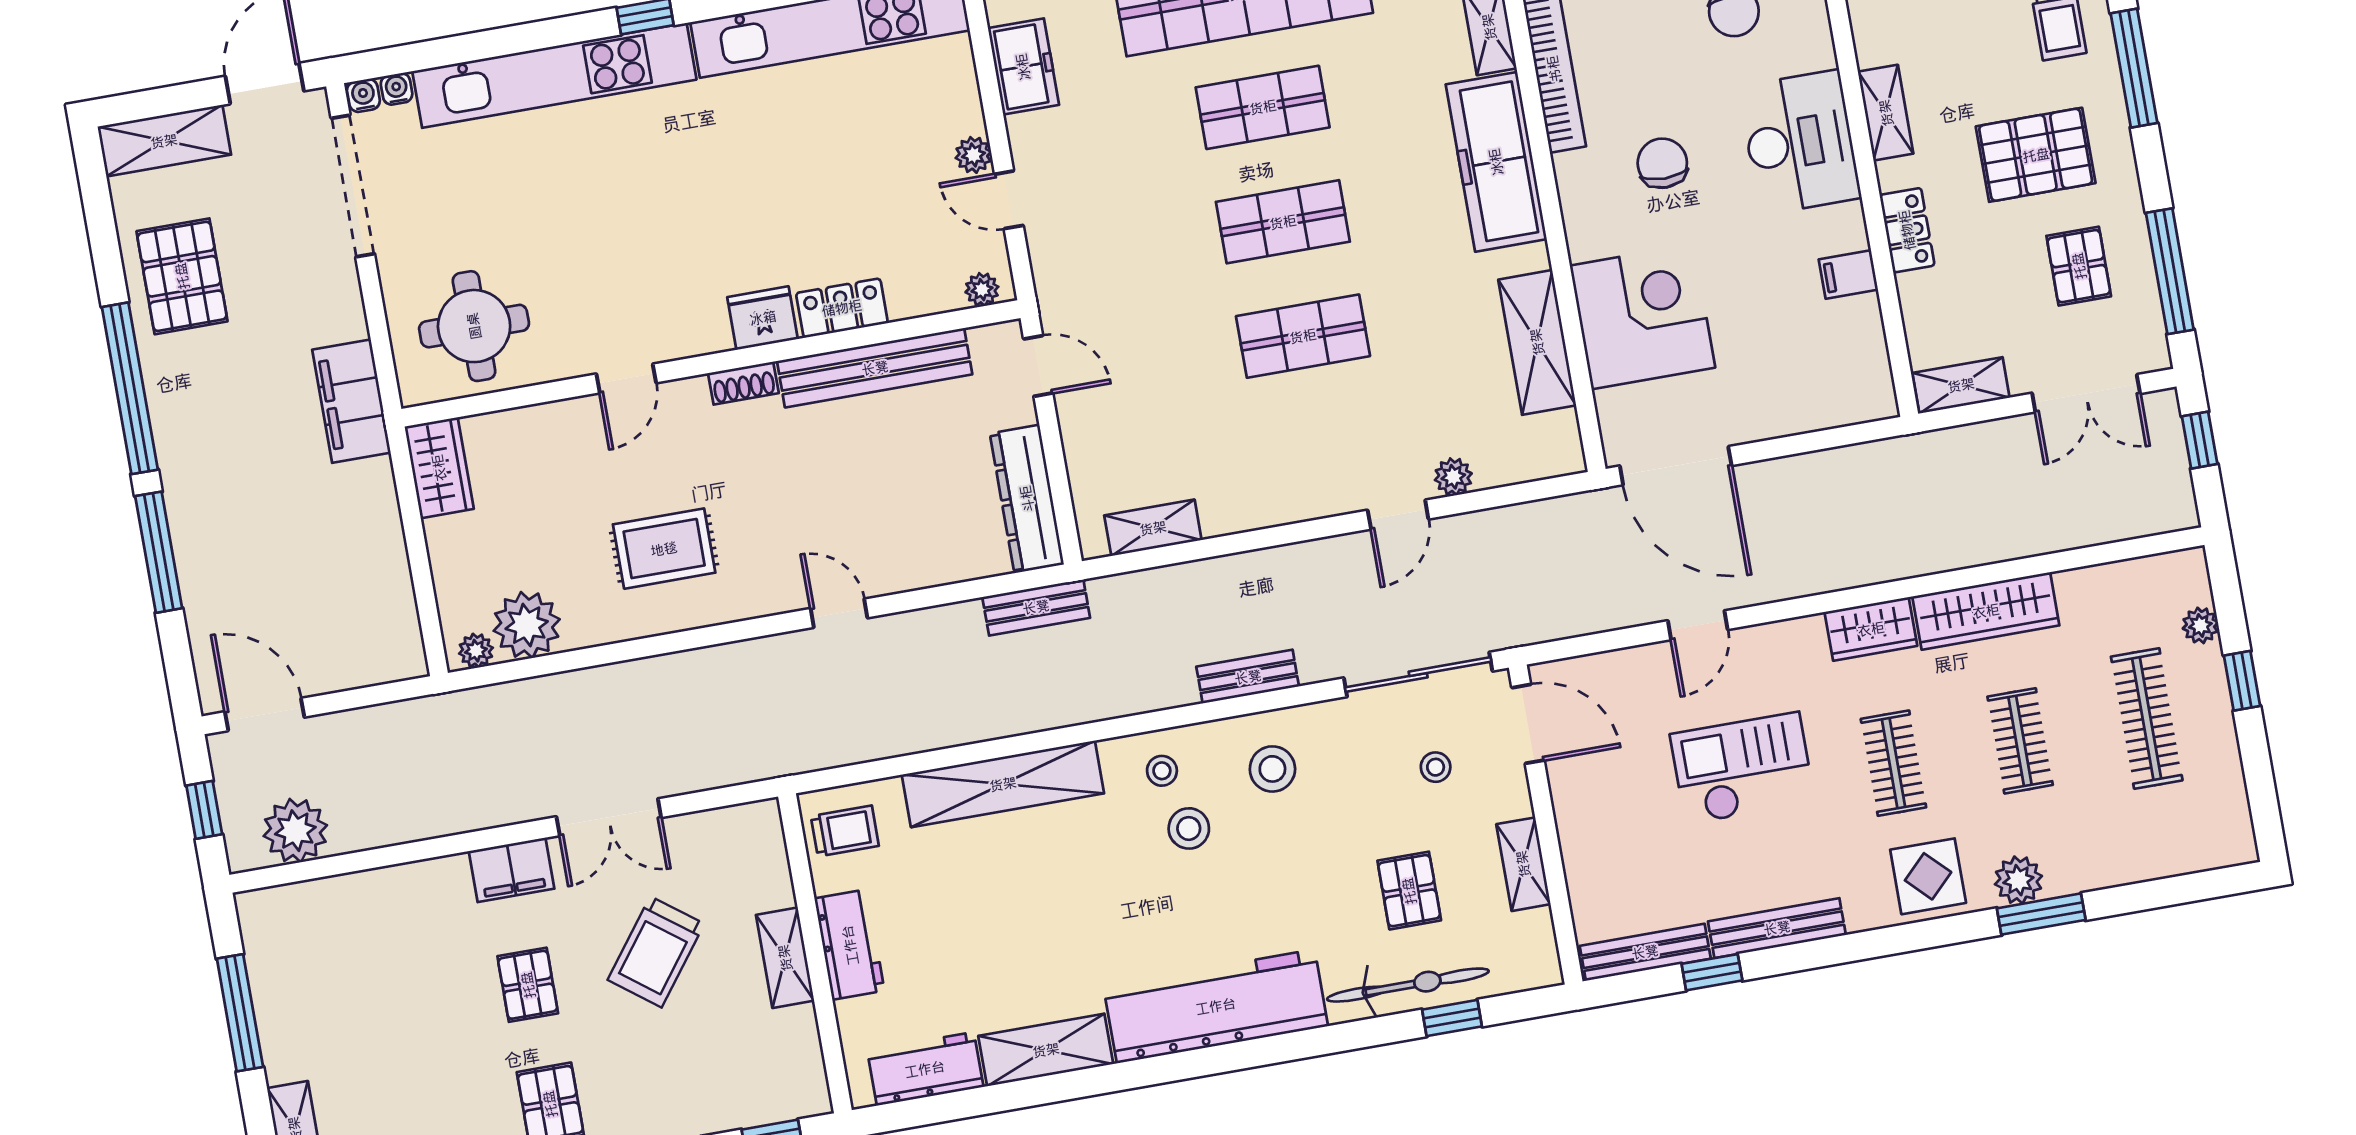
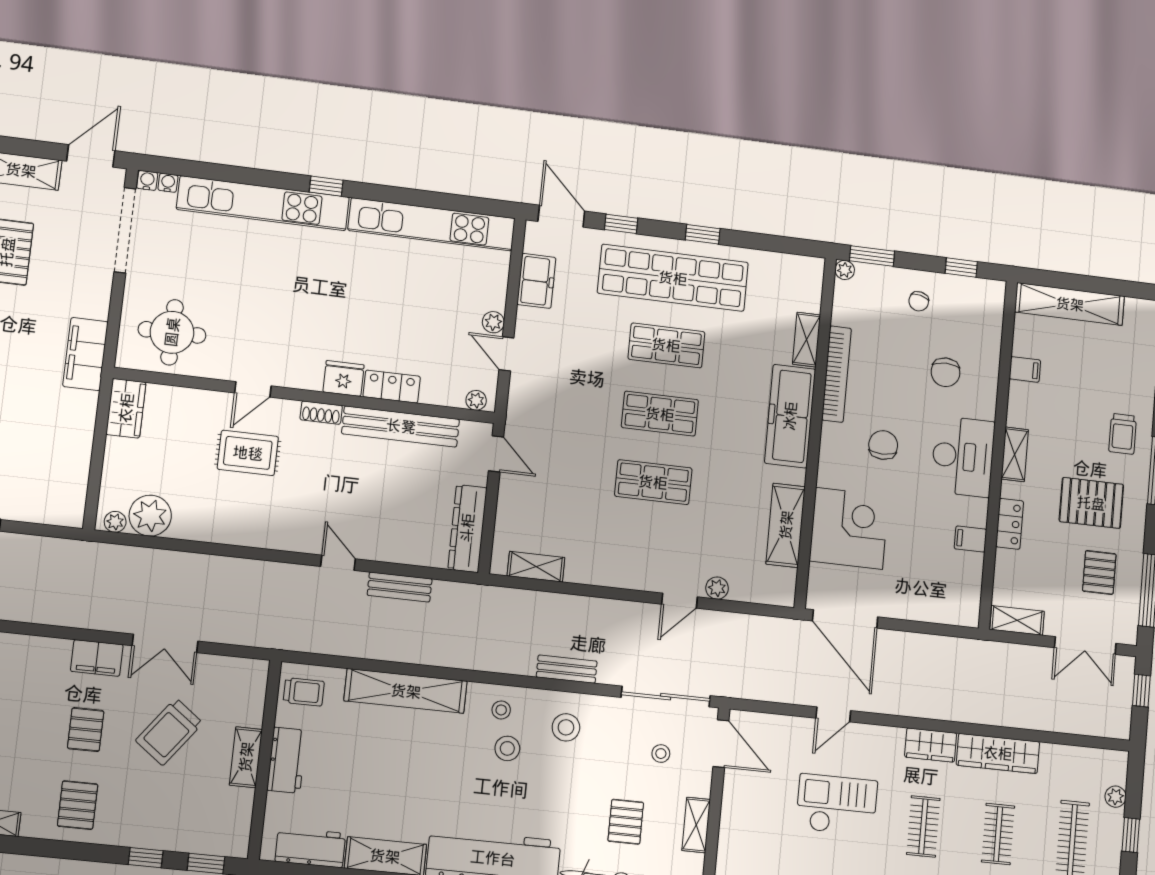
rug: (664, 549) -> (248, 453), moved
bench: (1036, 607) -> (400, 587), moved

